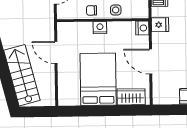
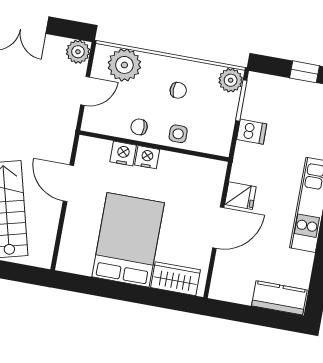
fridge: (160, 25) -> (240, 196), moved
nightstand: (142, 28) -> (123, 154), moved, turned -90
door: (151, 61) -> (218, 228), swing flipped

